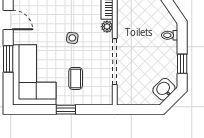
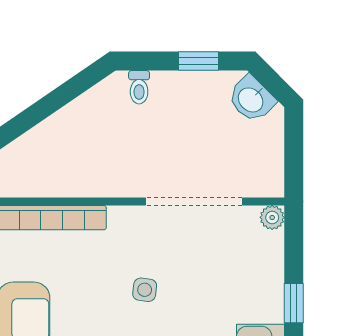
plant: (107, 27) -> (272, 217), moved
coffee table: (76, 78) -> (229, 283), removed

